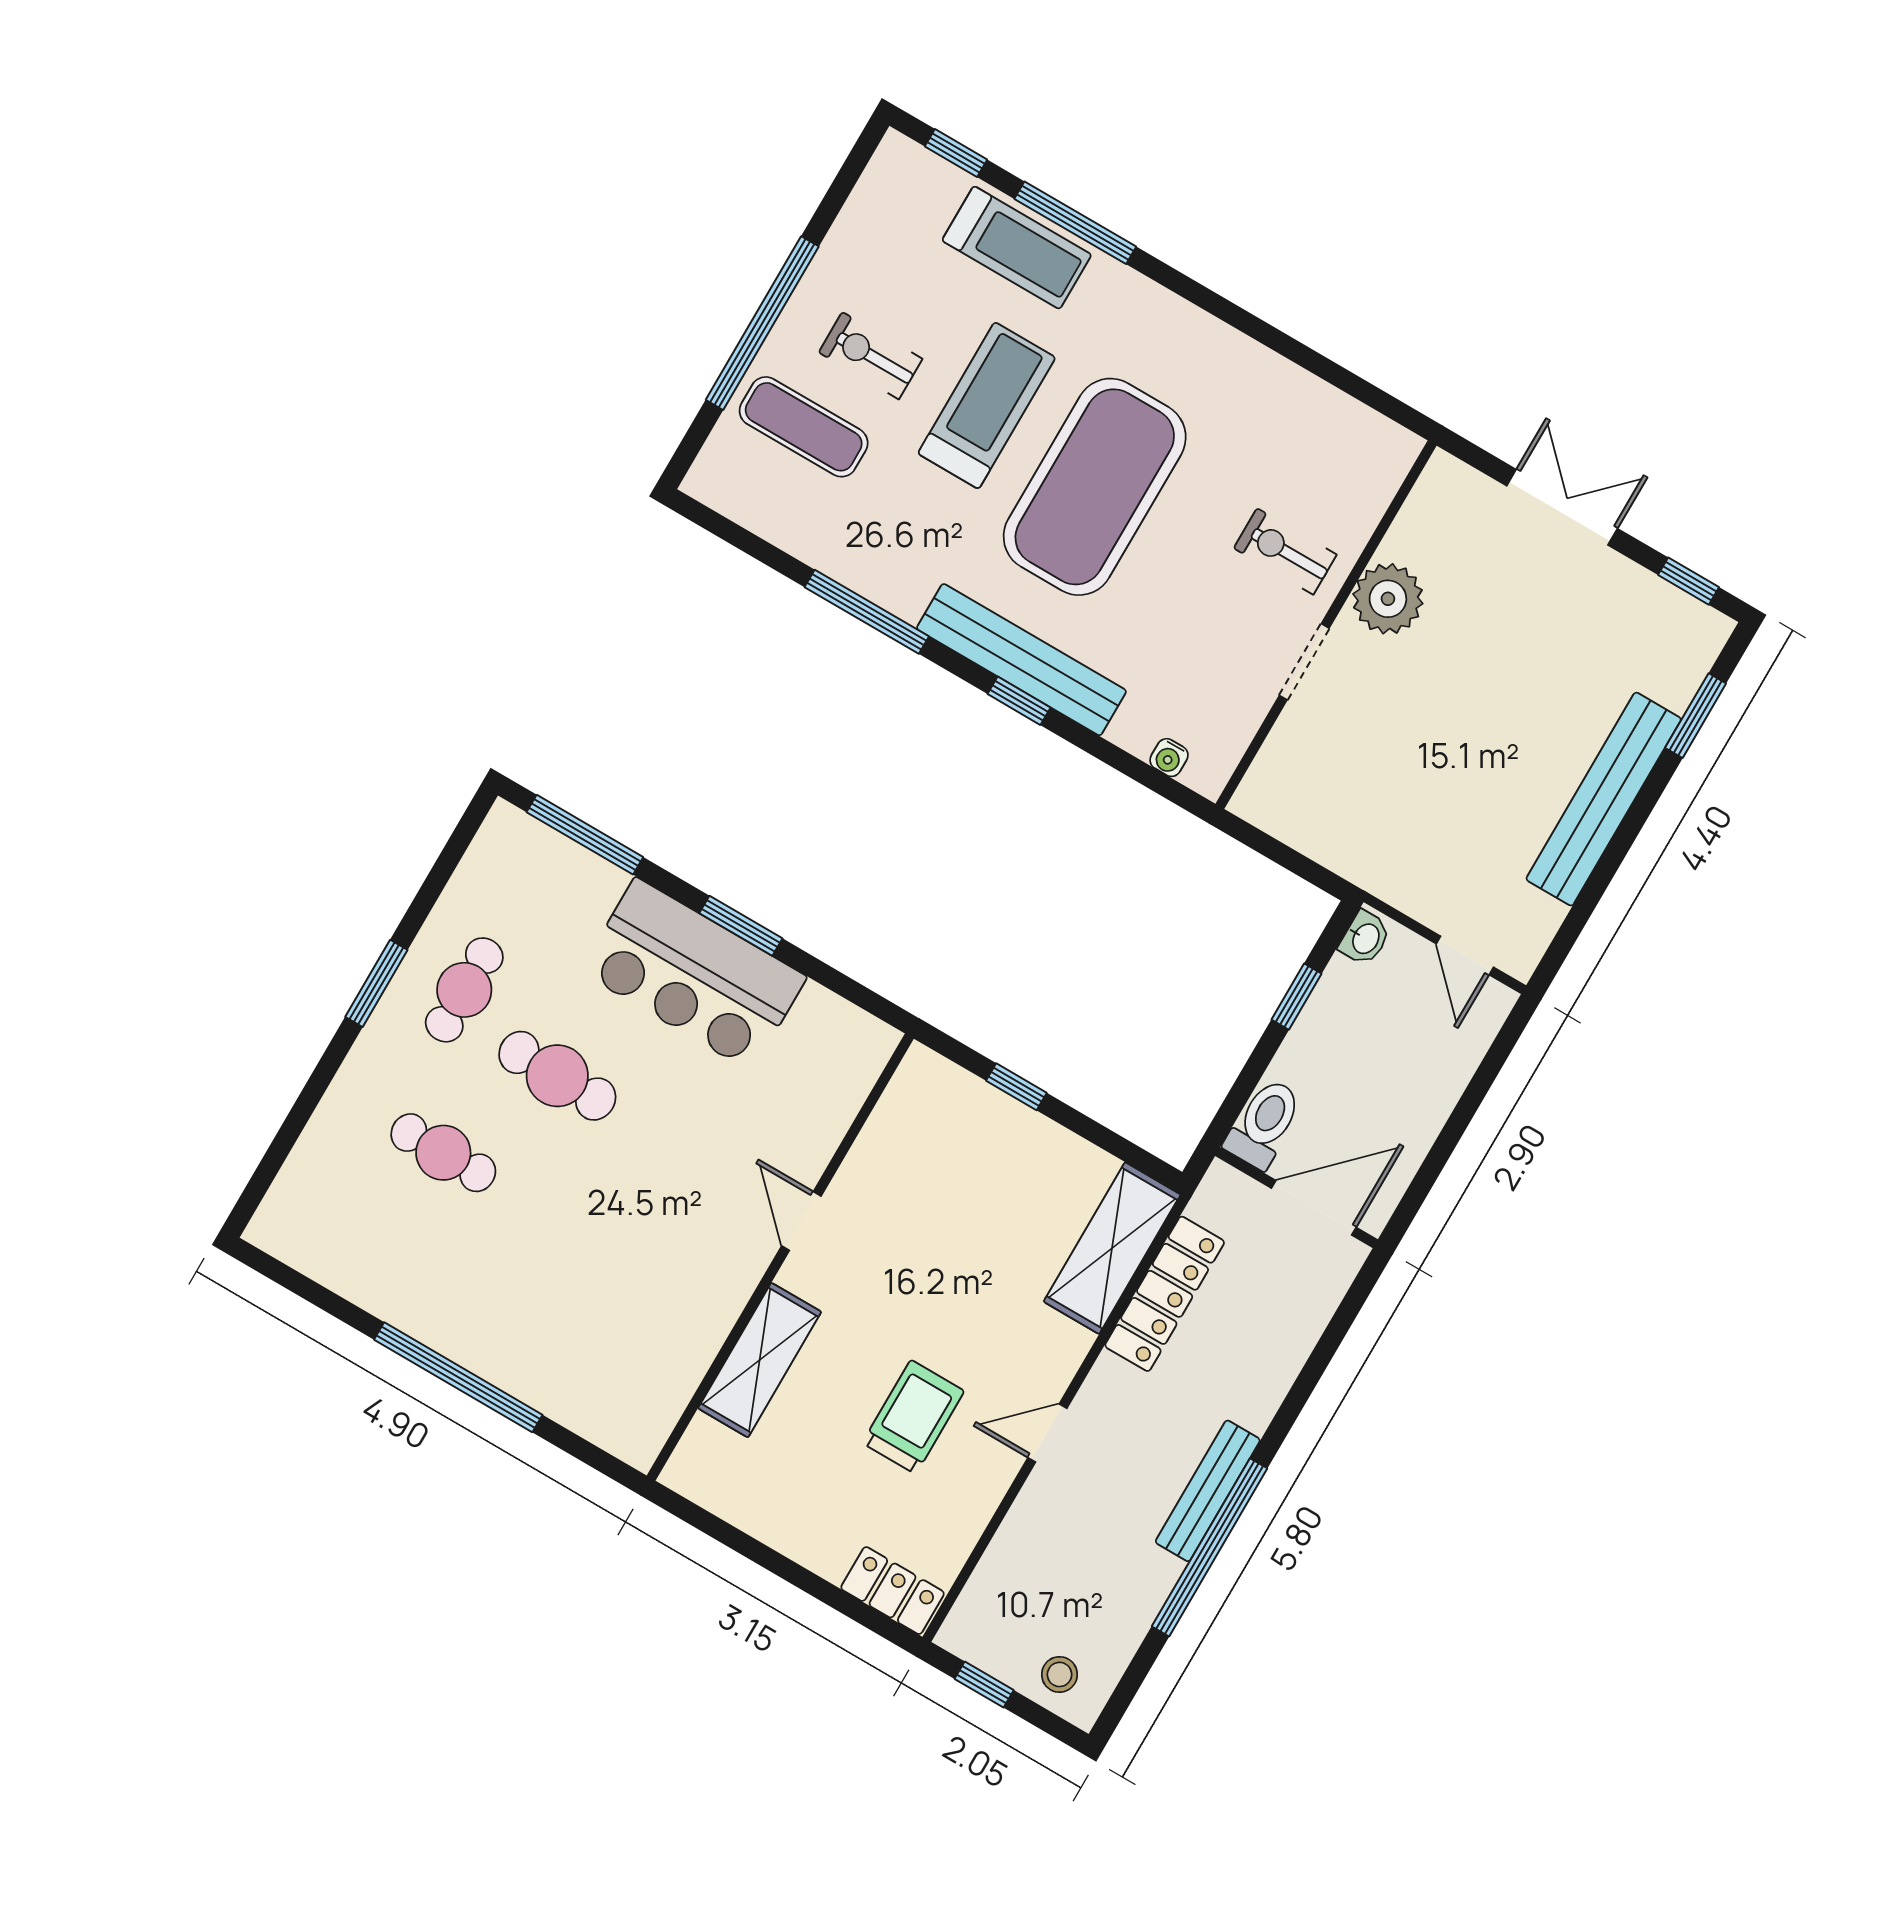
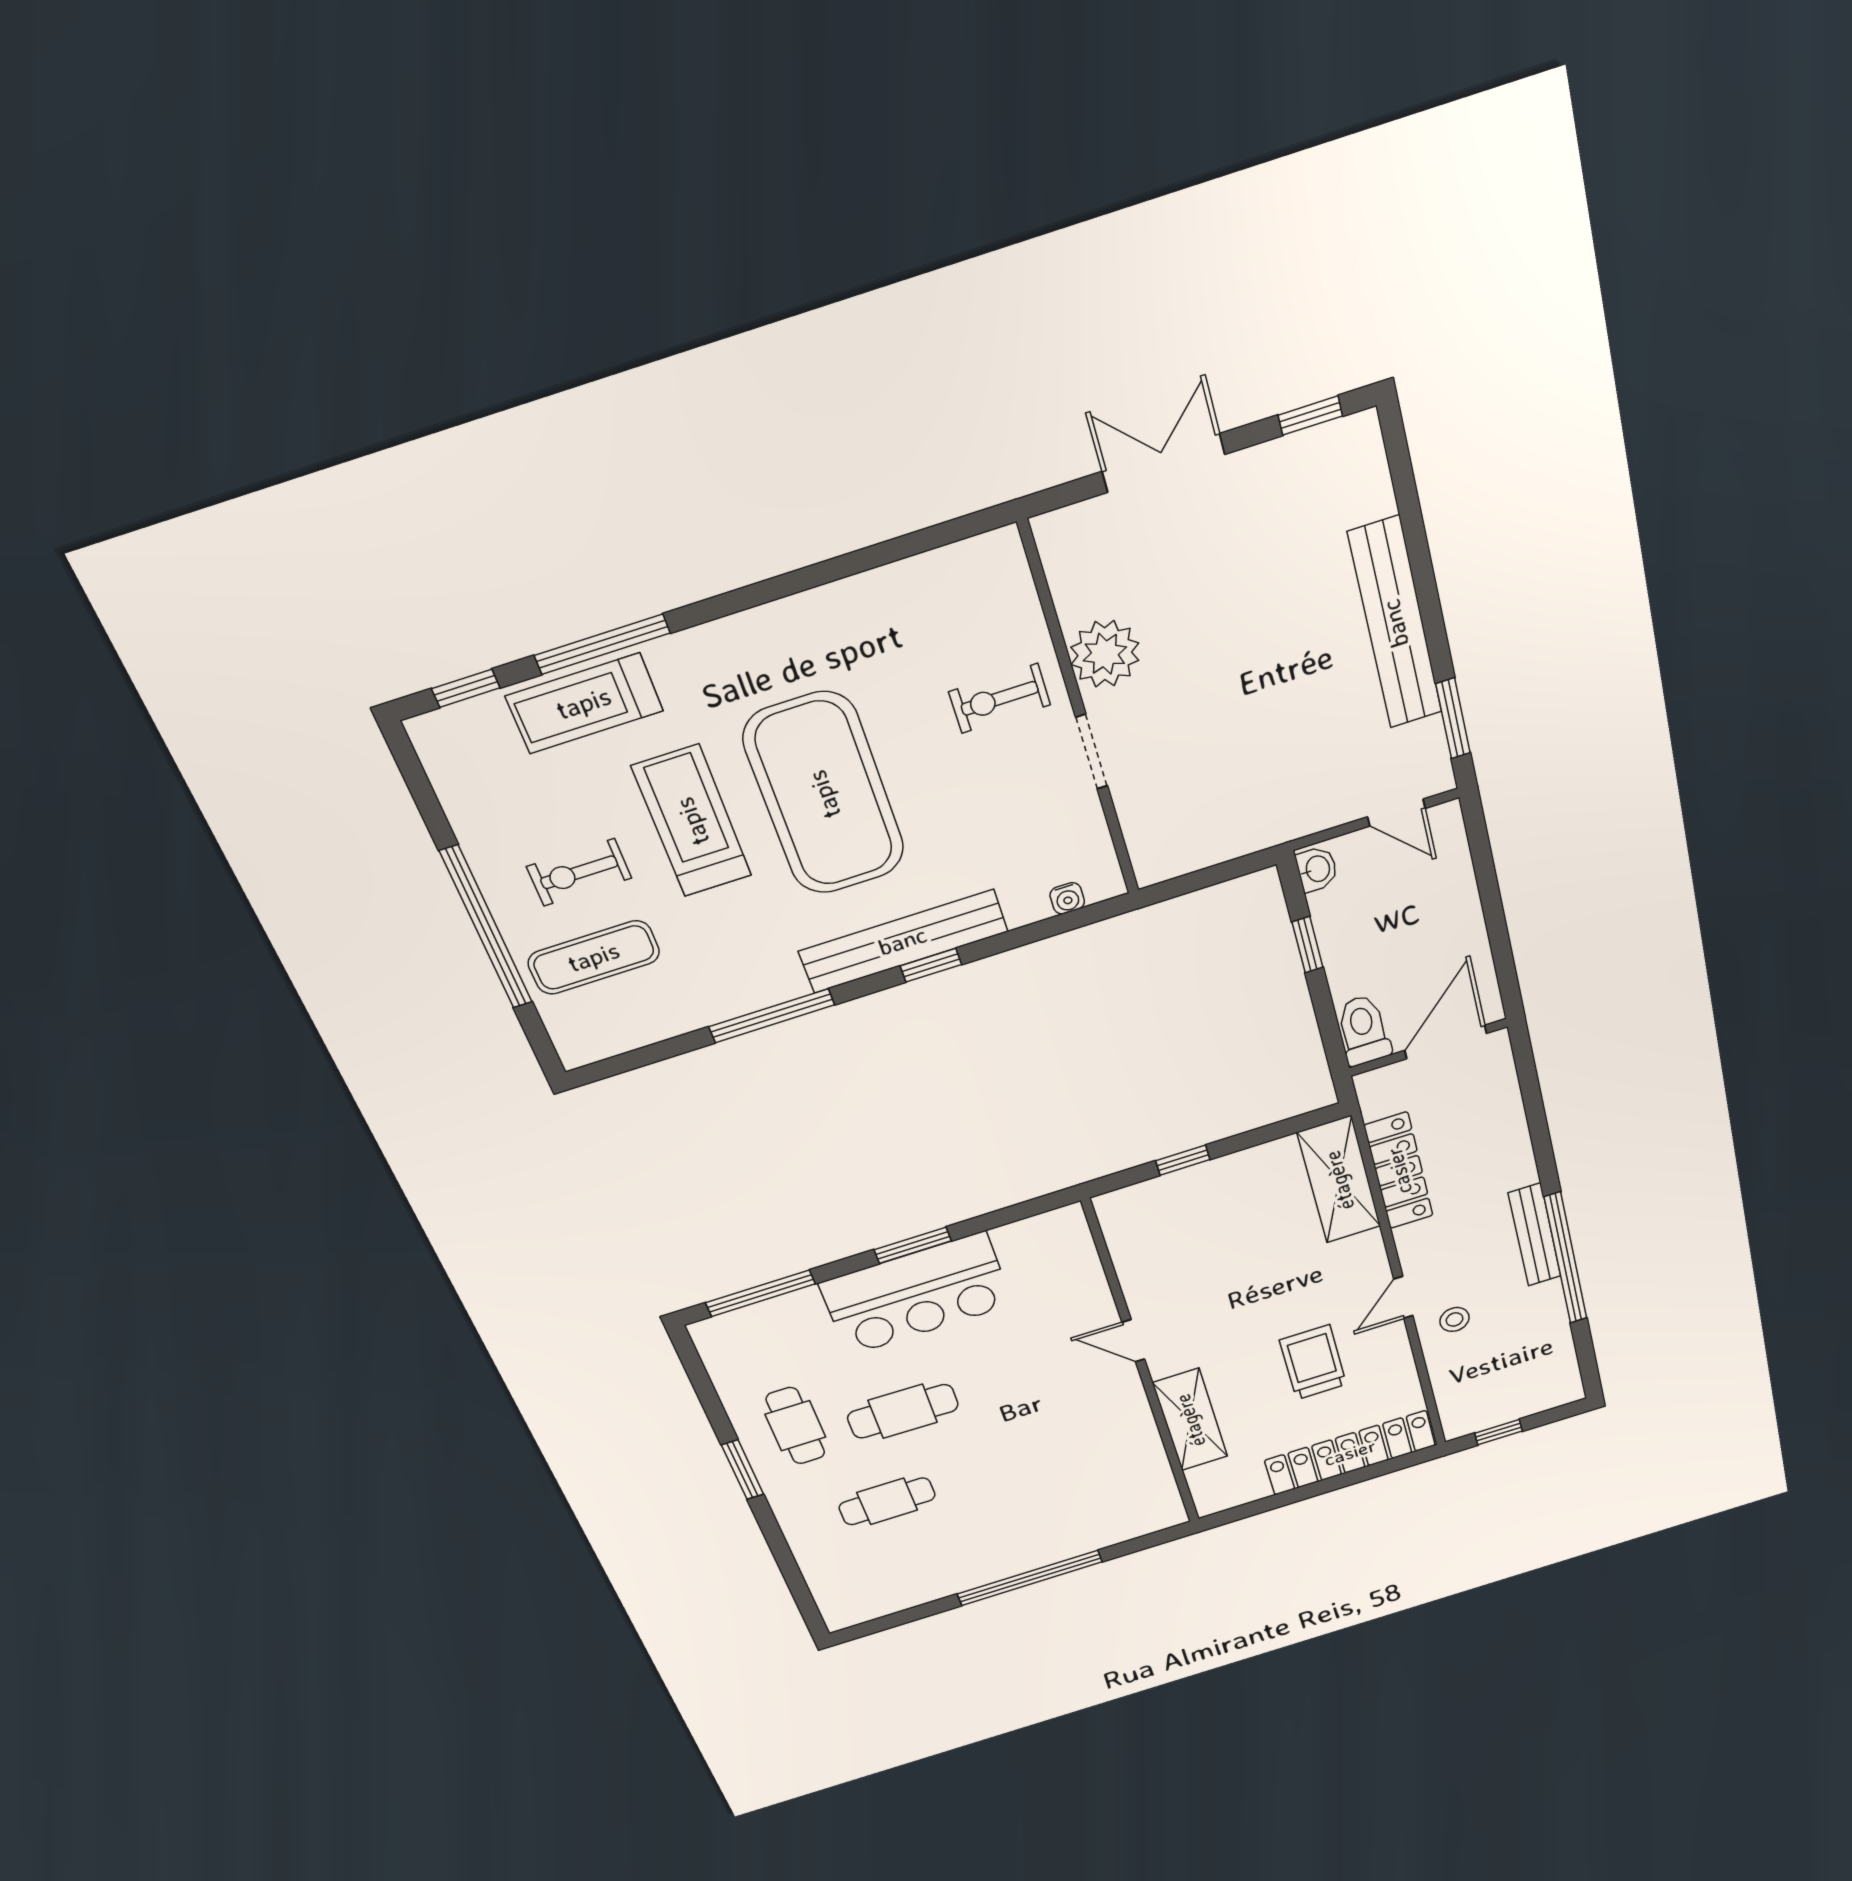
treadmill: (1017, 248) -> (584, 703), turned 180
window: (1696, 716) -> (1453, 718), moved
locker: (893, 1591) -> (1350, 1453), width x2.16, depth x1.21
stool: (1060, 1674) -> (1455, 1319), moved

